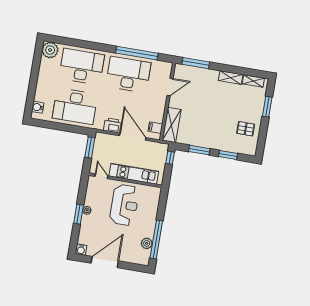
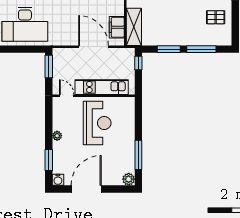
printer: (112, 125) -> (69, 38), removed
filing cabinet: (155, 128) -> (117, 27), width x2.00
window: (228, 155) -> (201, 49), width x1.44
window: (79, 214) -> (49, 160), moved
window: (156, 239) -> (138, 155), width x0.68
plant: (147, 243) -> (129, 179), moved

